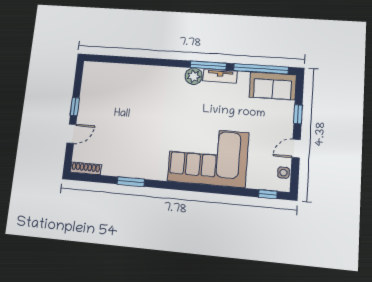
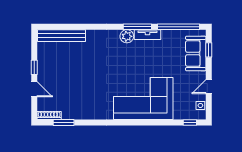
bench: (113, 70) -> (61, 36), added
sofa: (273, 86) -> (196, 53), moved, turned 90
window: (298, 114) -> (209, 50), moved
door: (71, 134) -> (34, 89), hinge flipped
window: (131, 182) -> (64, 122), moved

